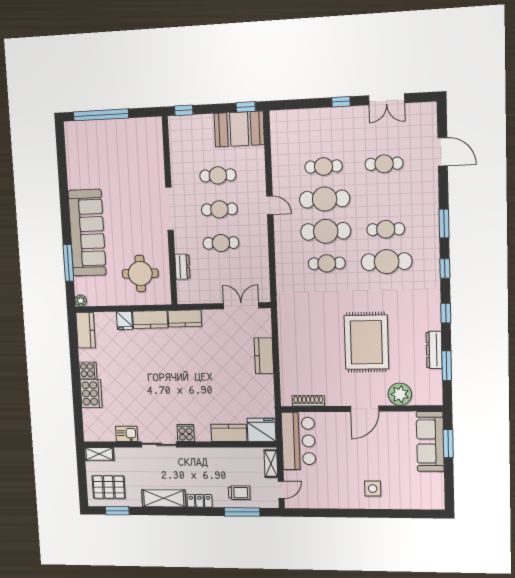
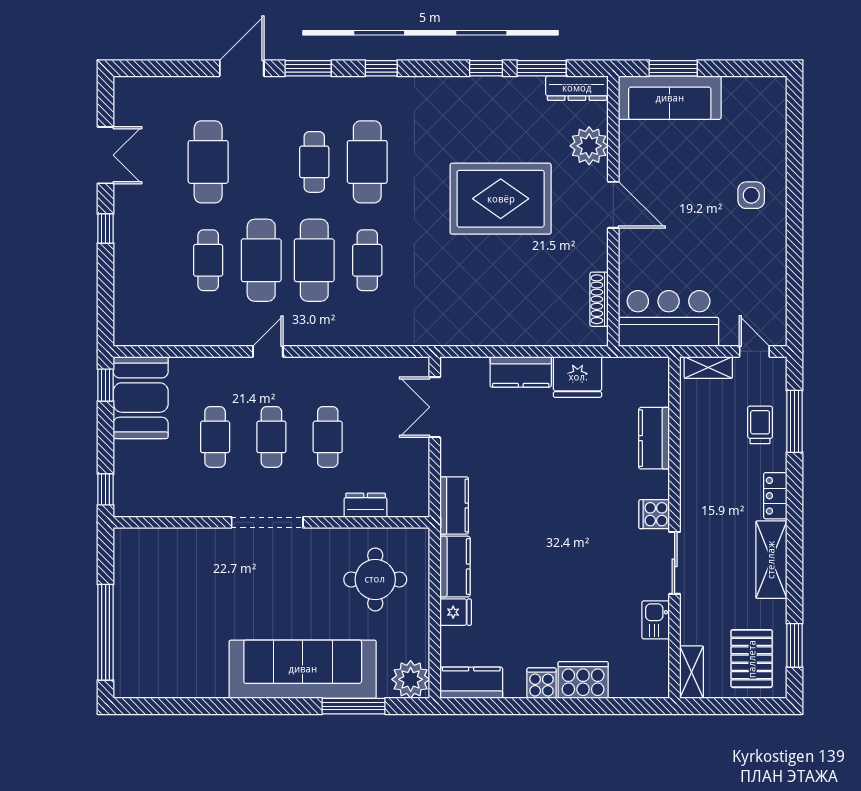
door: (443, 152) -> (242, 68), moved
cafe table: (384, 164) -> (208, 162), width x1.37, depth x1.35
plant: (81, 301) -> (411, 679), width x1.87, depth x1.87
window: (446, 313) -> (486, 68), moved
dresser: (434, 350) -> (577, 88), moved
fridge: (261, 430) -> (578, 377), moved, turned -90

